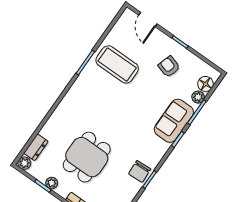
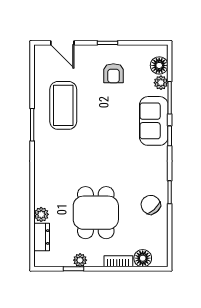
coffee table: (117, 64) -> (63, 105), turned 90
armchair: (169, 67) -> (113, 73), turned -107
plant: (24, 163) -> (41, 214), moved
chair: (140, 171) -> (151, 205), moved, turned 141

